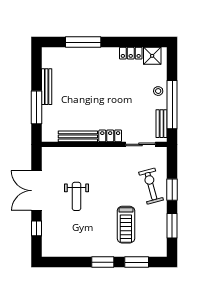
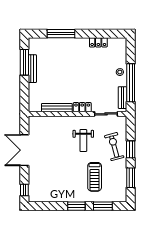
shower: (152, 56) -> (115, 44), removed
window: (36, 107) -> (24, 62), moved
weight bench: (77, 196) -> (83, 140), moved
window: (36, 228) -> (24, 190), moved

